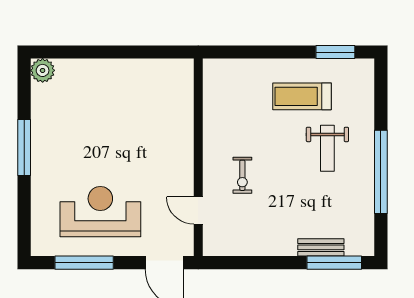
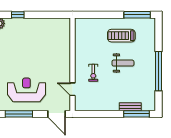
window: (82, 52) -> (18, 15), added
window: (335, 52) -> (137, 15), width x1.44
weight bench: (327, 148) -> (123, 63), moved, turned -90

